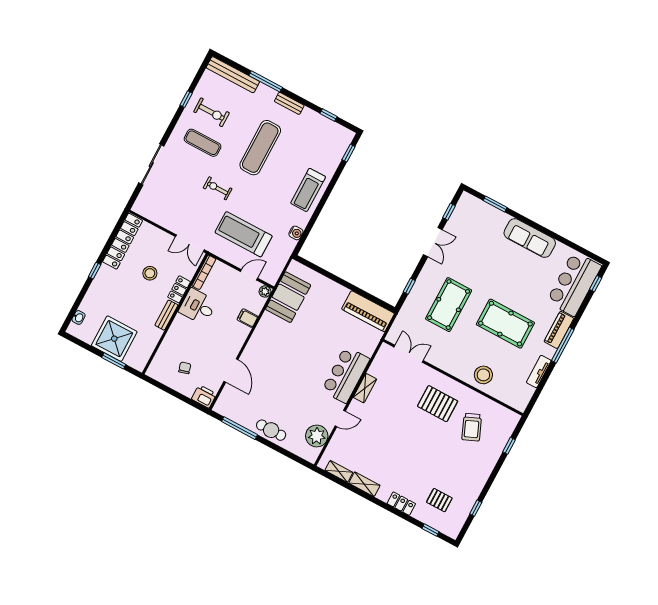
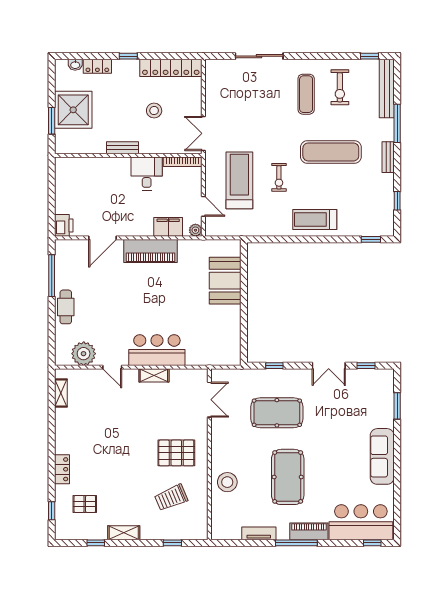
window: (186, 99) -> (370, 56), moved
exercise bike: (218, 188) -> (279, 177), moved, turned 180
water cooler: (296, 233) -> (267, 230), removed
locker: (179, 289) -> (97, 66), moved, turned 180
booth: (288, 297) -> (225, 281), moved, turned 90
piano: (368, 311) -> (150, 251), moved, turned -90
filing cabinet: (247, 318) -> (168, 227), width x2.00
chair: (185, 368) -> (81, 192), removed
pallet: (438, 404) -> (176, 453), turned 90
shelving: (364, 484) -> (124, 533), moved, turned 90
pallet: (439, 500) -> (85, 504), turned 90

